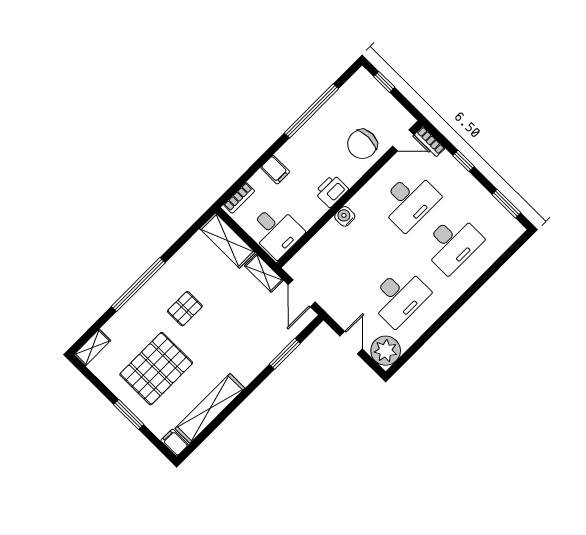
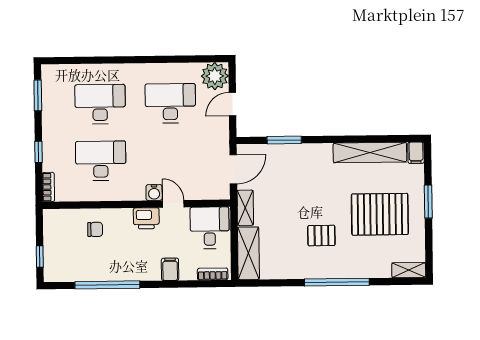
door: (403, 140) -> (173, 204), moved
chair: (362, 144) -> (95, 229), width x0.54, depth x0.54

